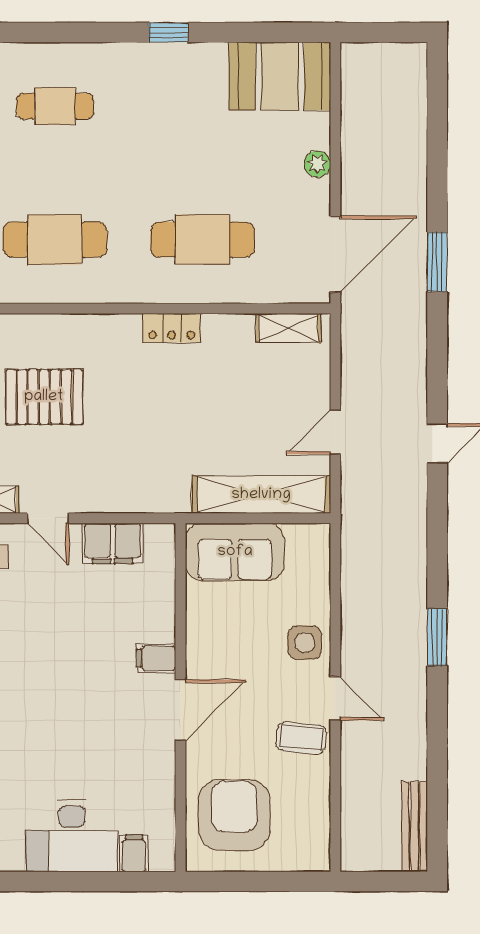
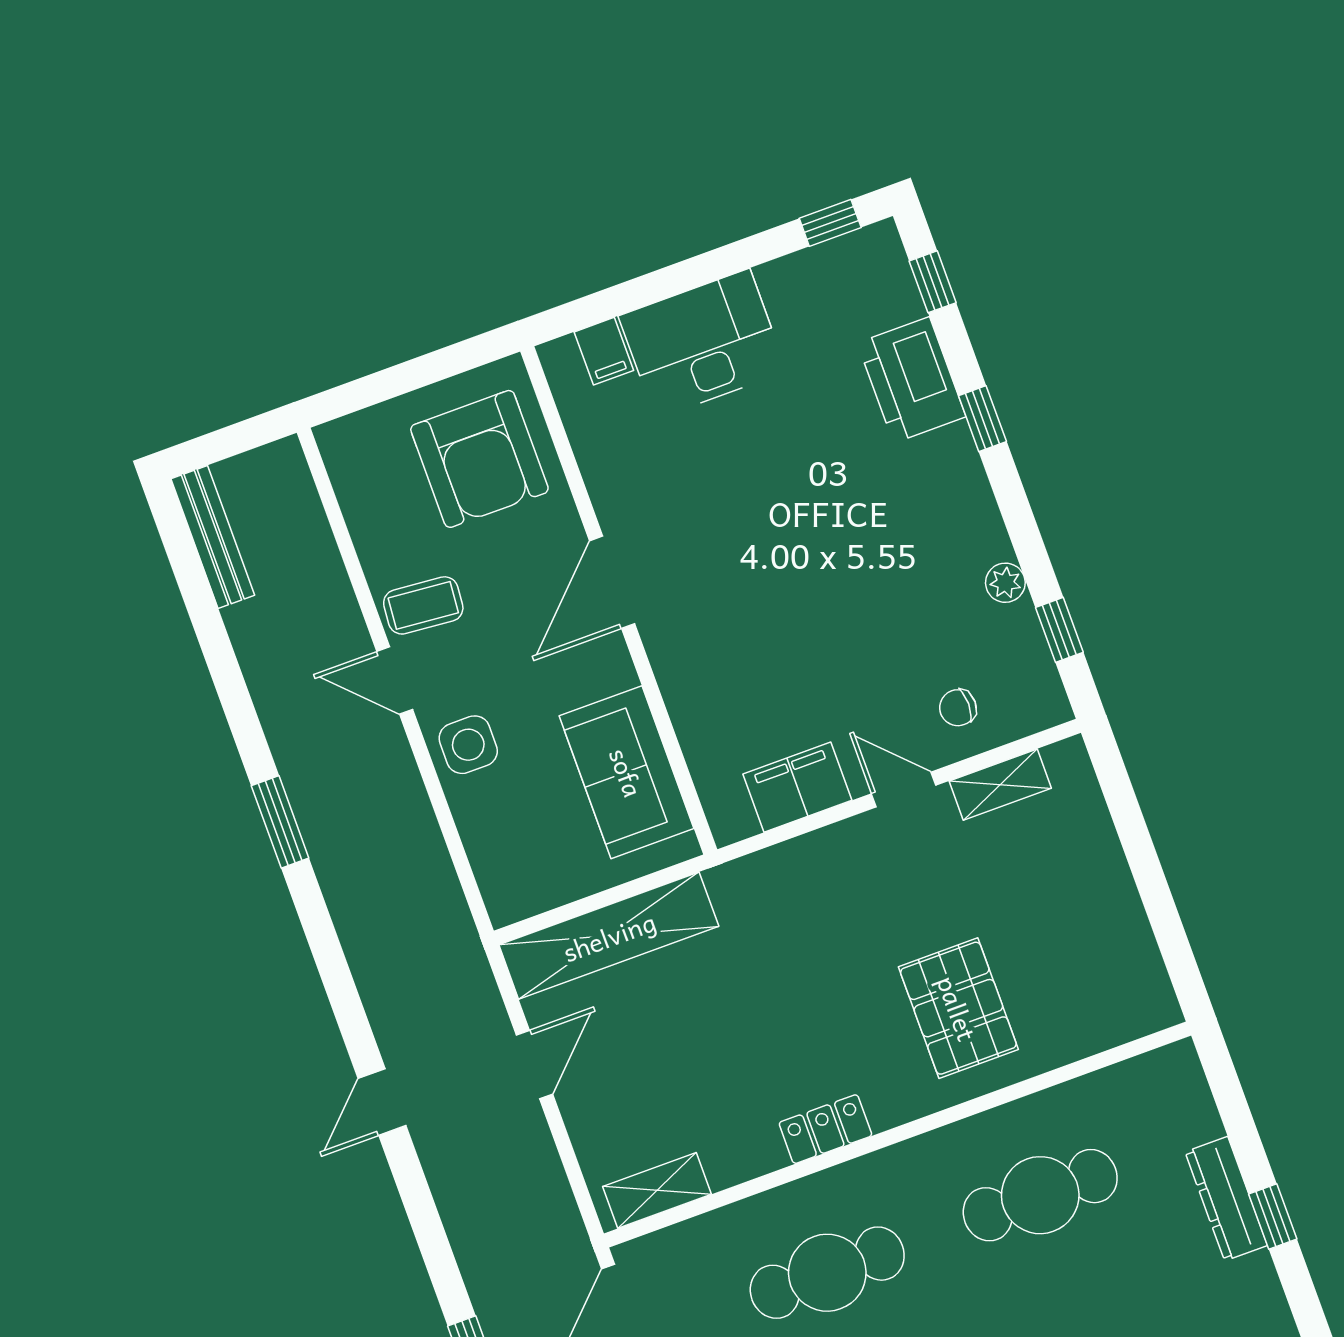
pallet: (44, 397) -> (958, 1008), moved, turned 90
sofa: (235, 552) -> (627, 772), moved, turned -90
filing cabinet: (156, 658) -> (675, 644), removed

